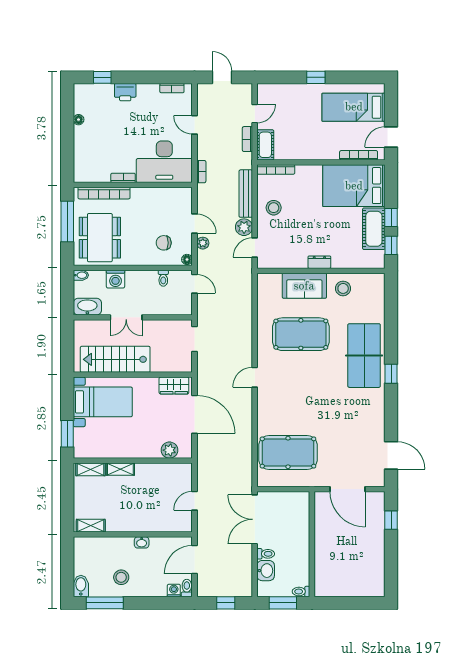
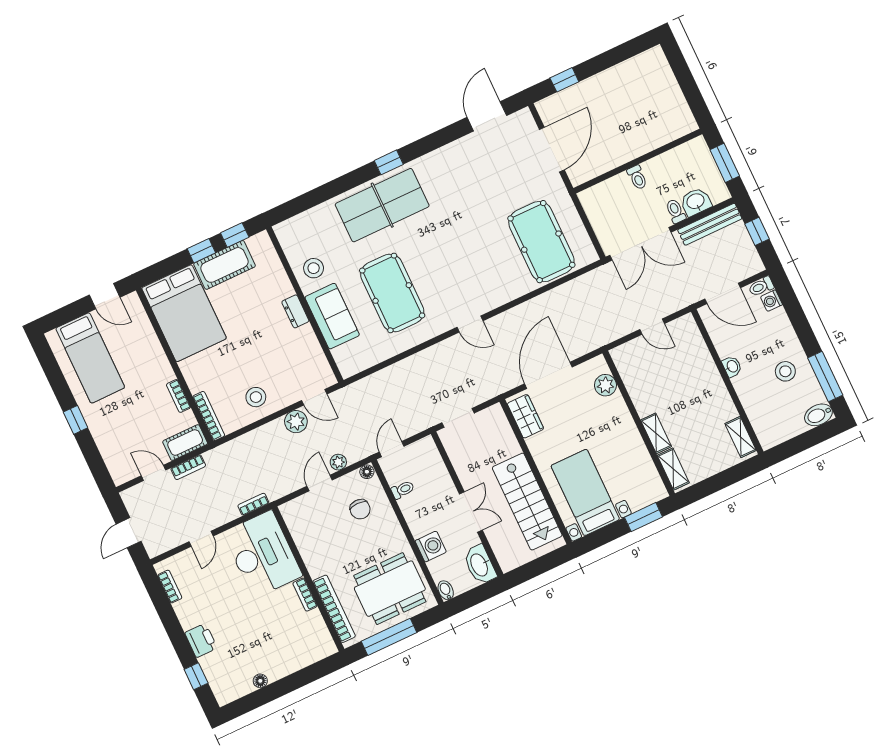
bookcase: (359, 155) -> (179, 396), moved, width x0.64
bench: (246, 194) -> (710, 224), moved
toilet: (301, 592) -> (637, 177), moved

